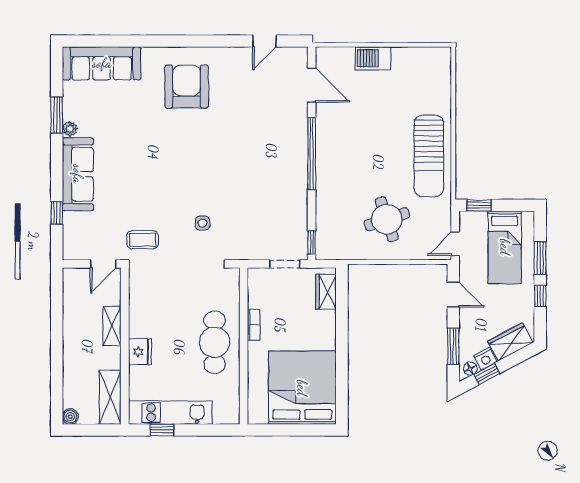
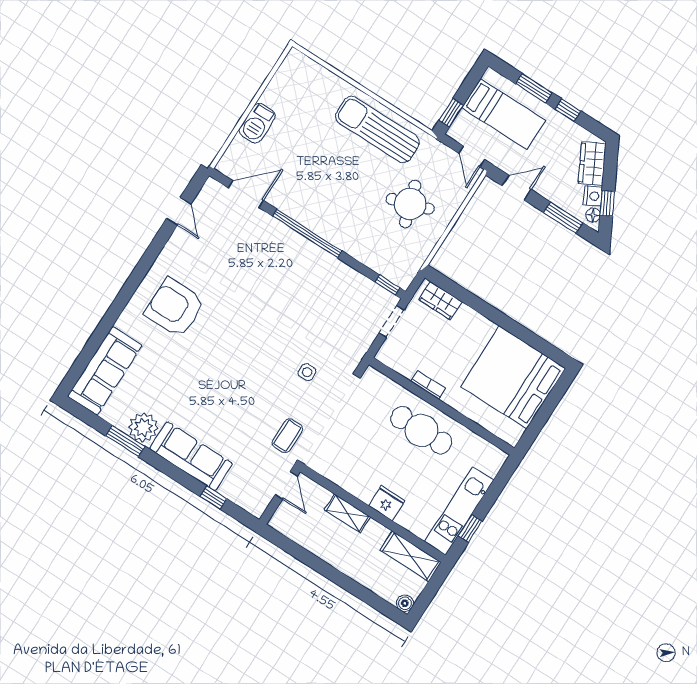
plant: (70, 129) -> (143, 428), width x1.87, depth x1.87
sun lounger: (429, 156) -> (377, 129), turned 180

